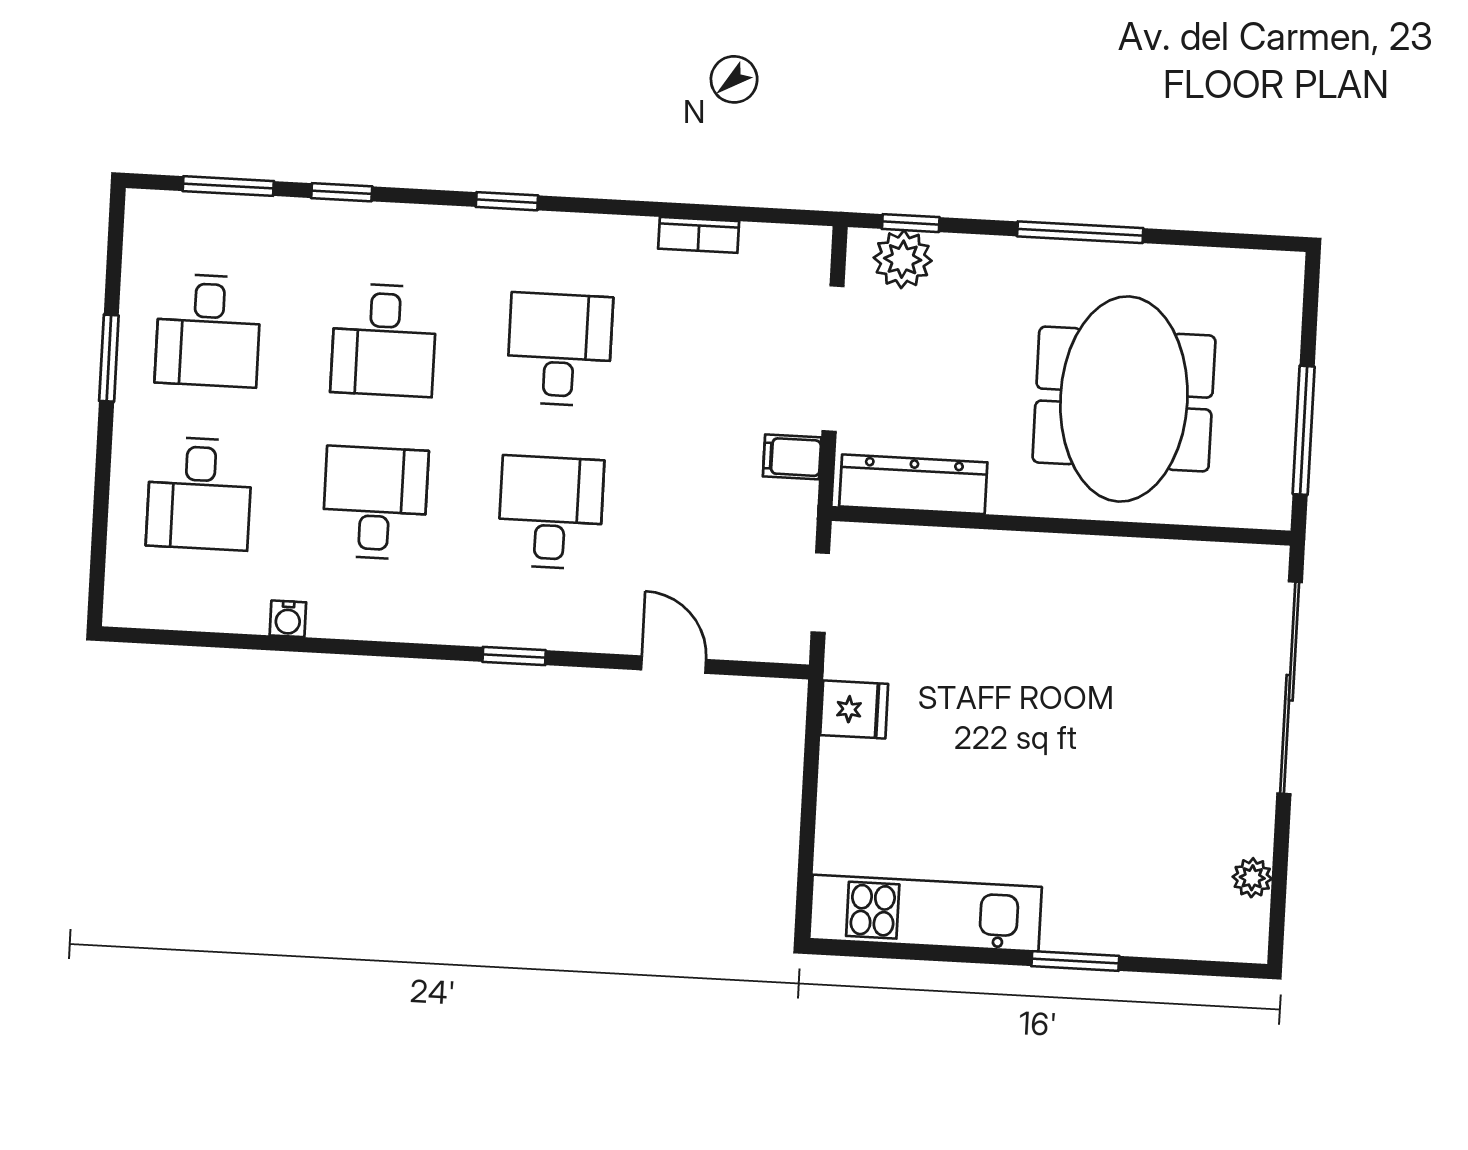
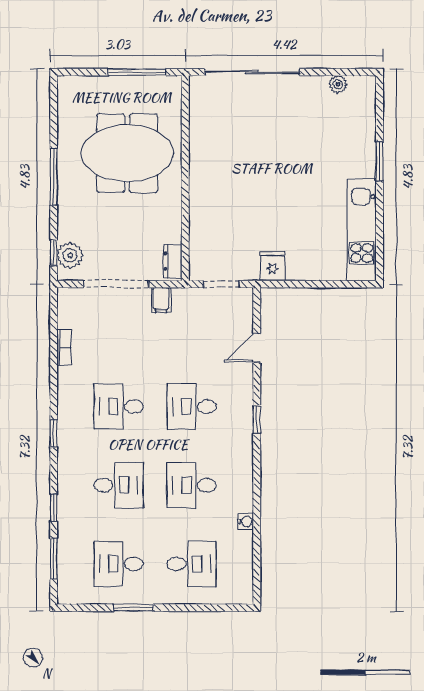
desk: (208, 330) -> (119, 564), turned 180
dresser: (913, 484) -> (173, 261), width x0.51, depth x0.80

